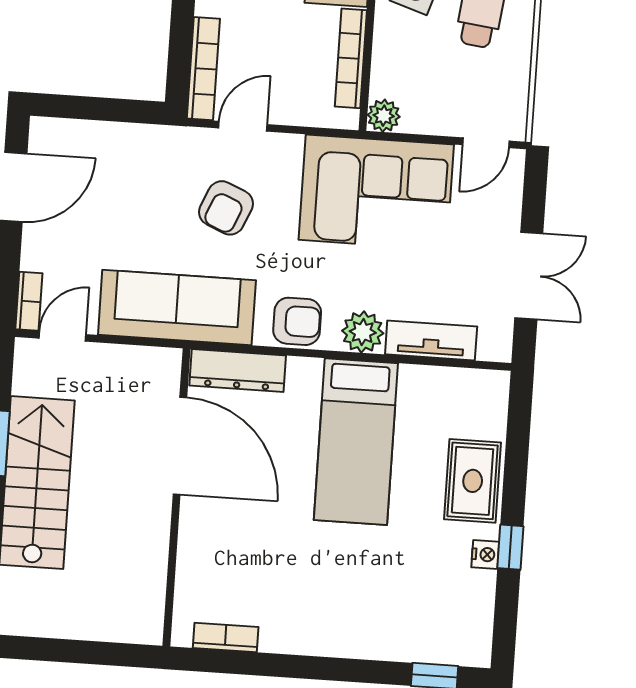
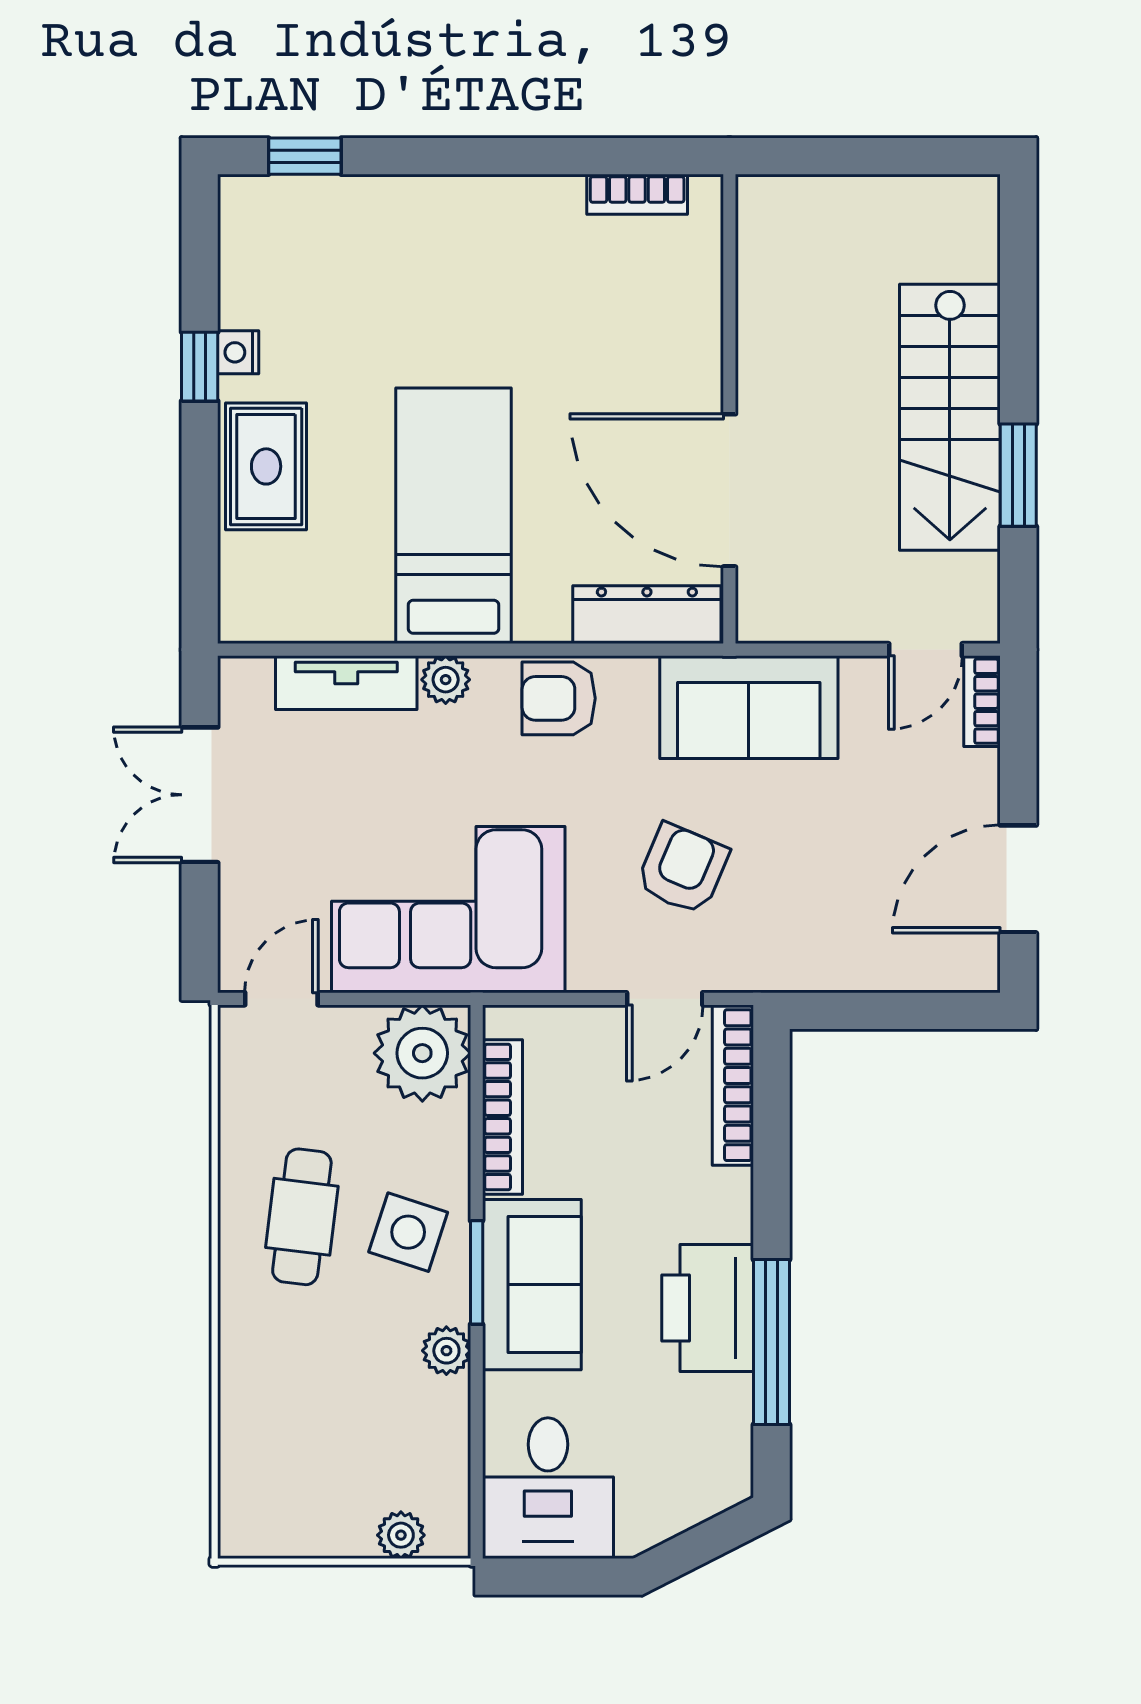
plant: (384, 116) -> (422, 1053), width x1.87, depth x1.87
sofa: (177, 308) -> (749, 707), width x0.73
plant: (363, 332) -> (446, 680), width x0.73, depth x0.73

